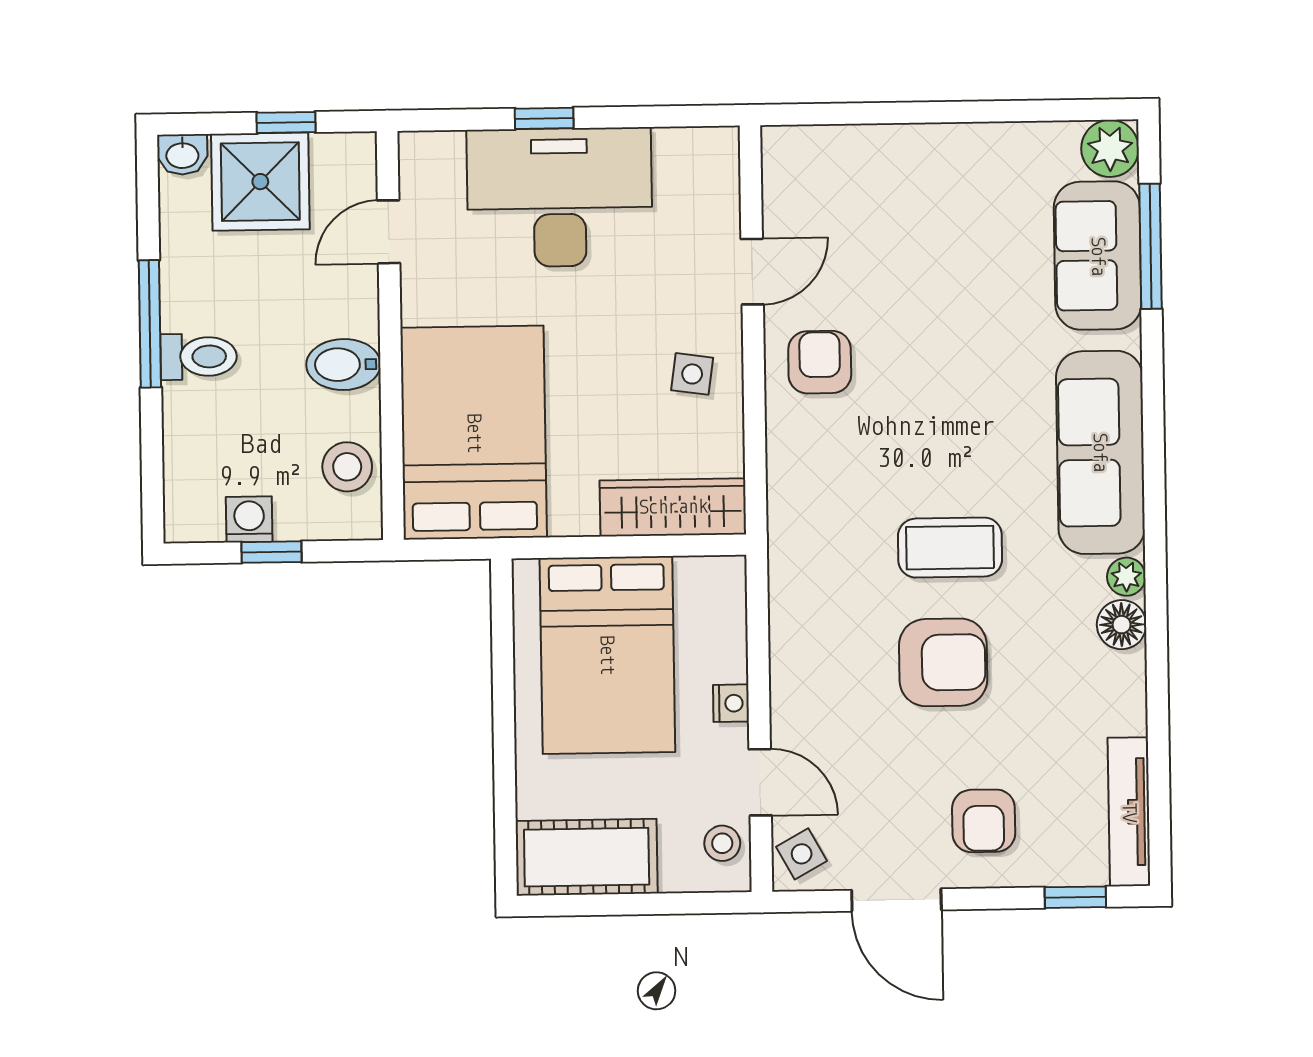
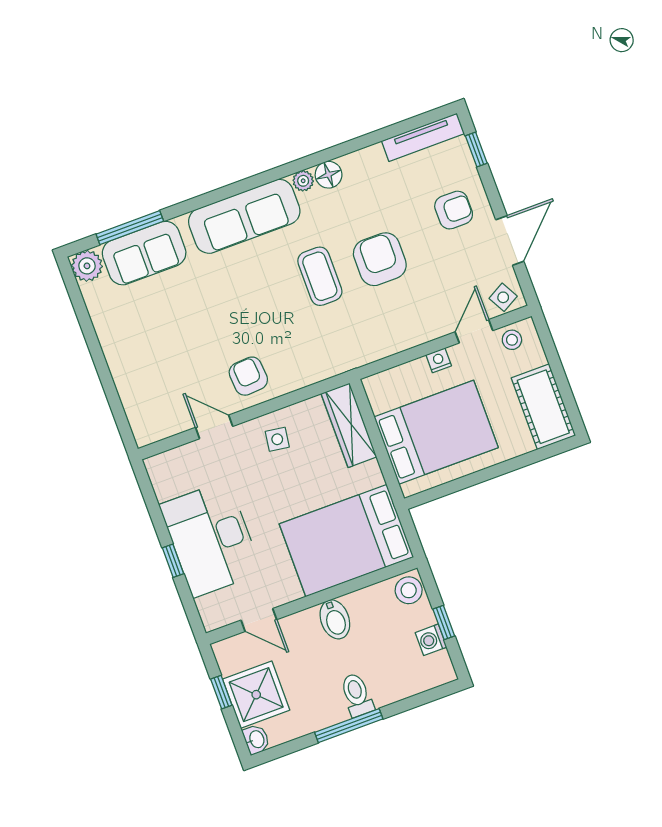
armchair: (820, 362) -> (248, 376), turned 86
stool: (347, 467) -> (409, 590), moved

